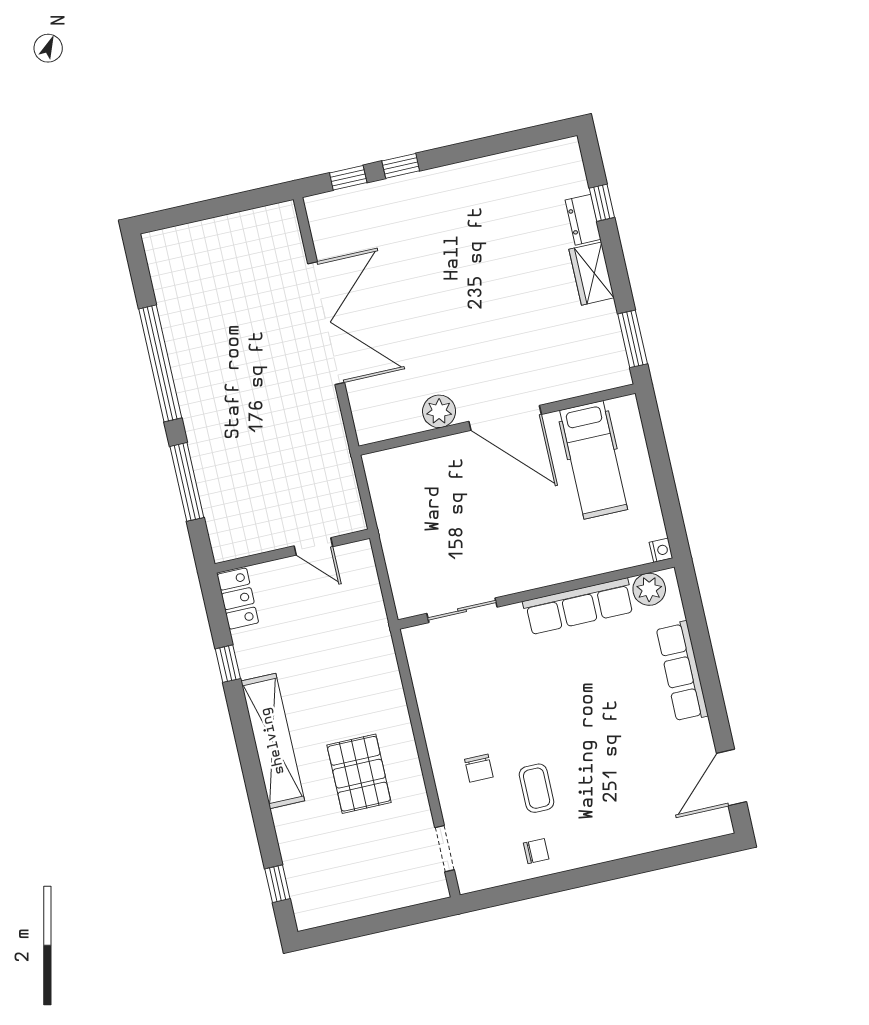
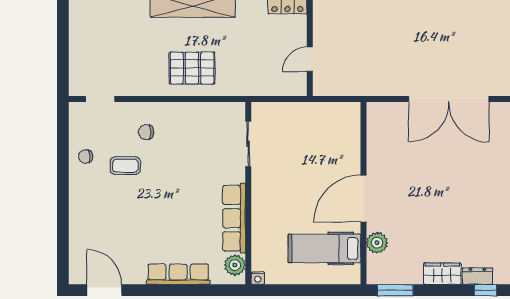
plant: (439, 411) -> (377, 243), moved
pallet: (359, 774) -> (192, 68), moved
chair: (536, 851) -> (86, 156), turned 84

